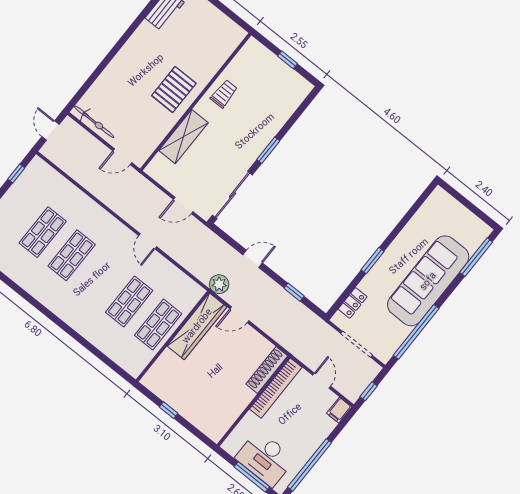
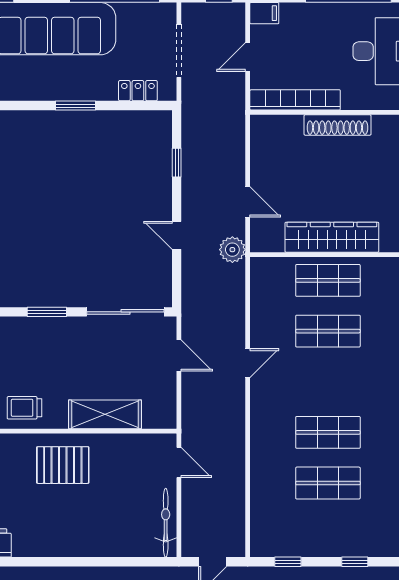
wardrobe: (197, 326) -> (332, 237), moved
shoe rack: (267, 370) -> (338, 125), moved

